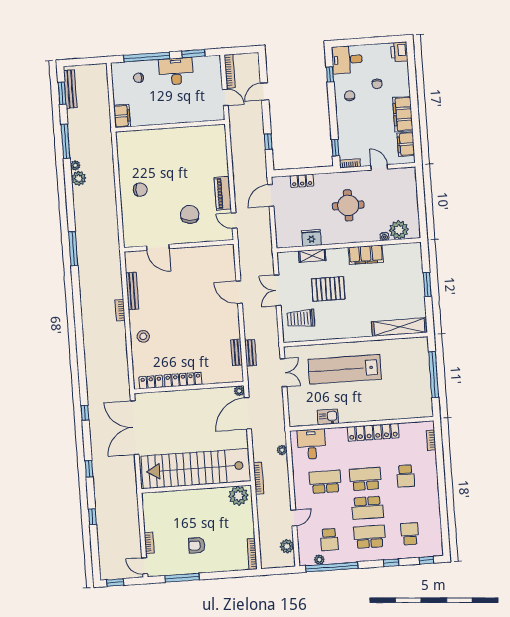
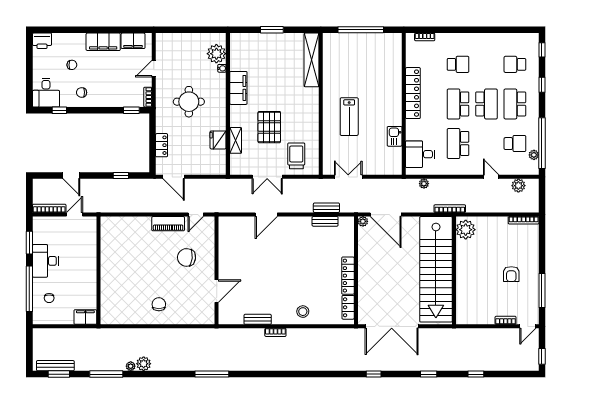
bench: (132, 291) -> (258, 319), width x0.73
trolley: (301, 318) -> (296, 156), turned 180
lab bench: (345, 369) -> (349, 117), width x0.54, depth x0.72

